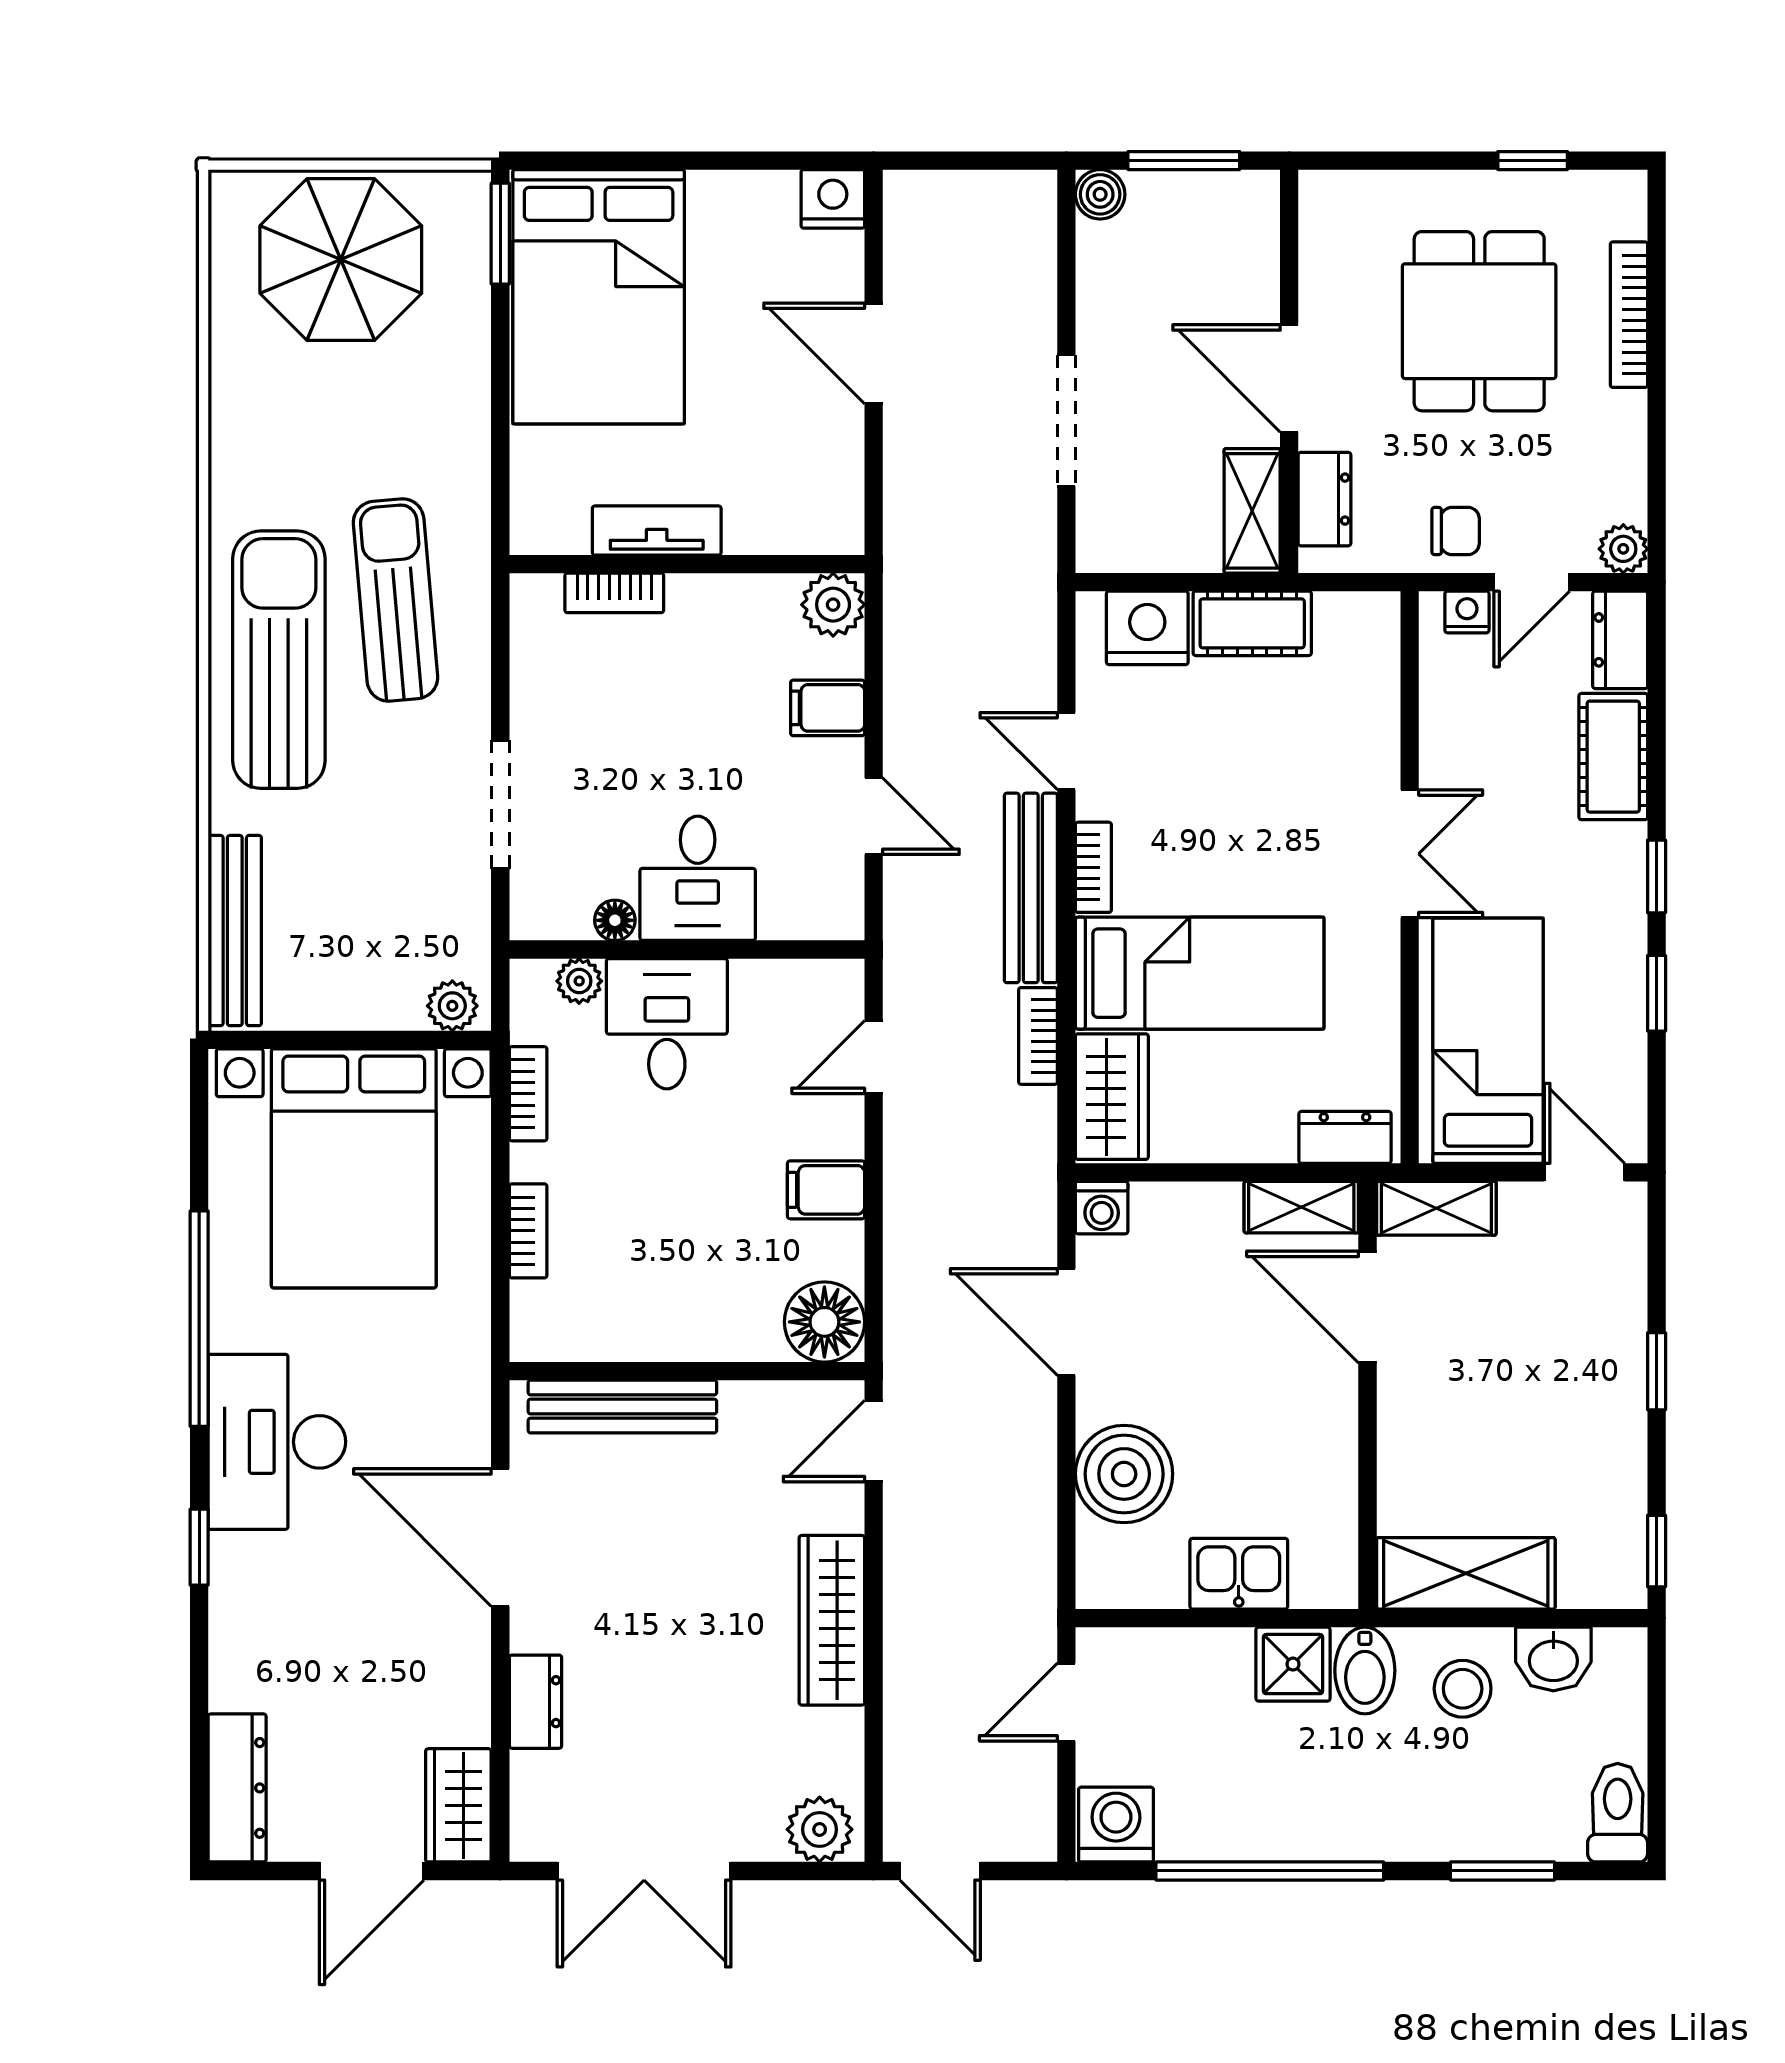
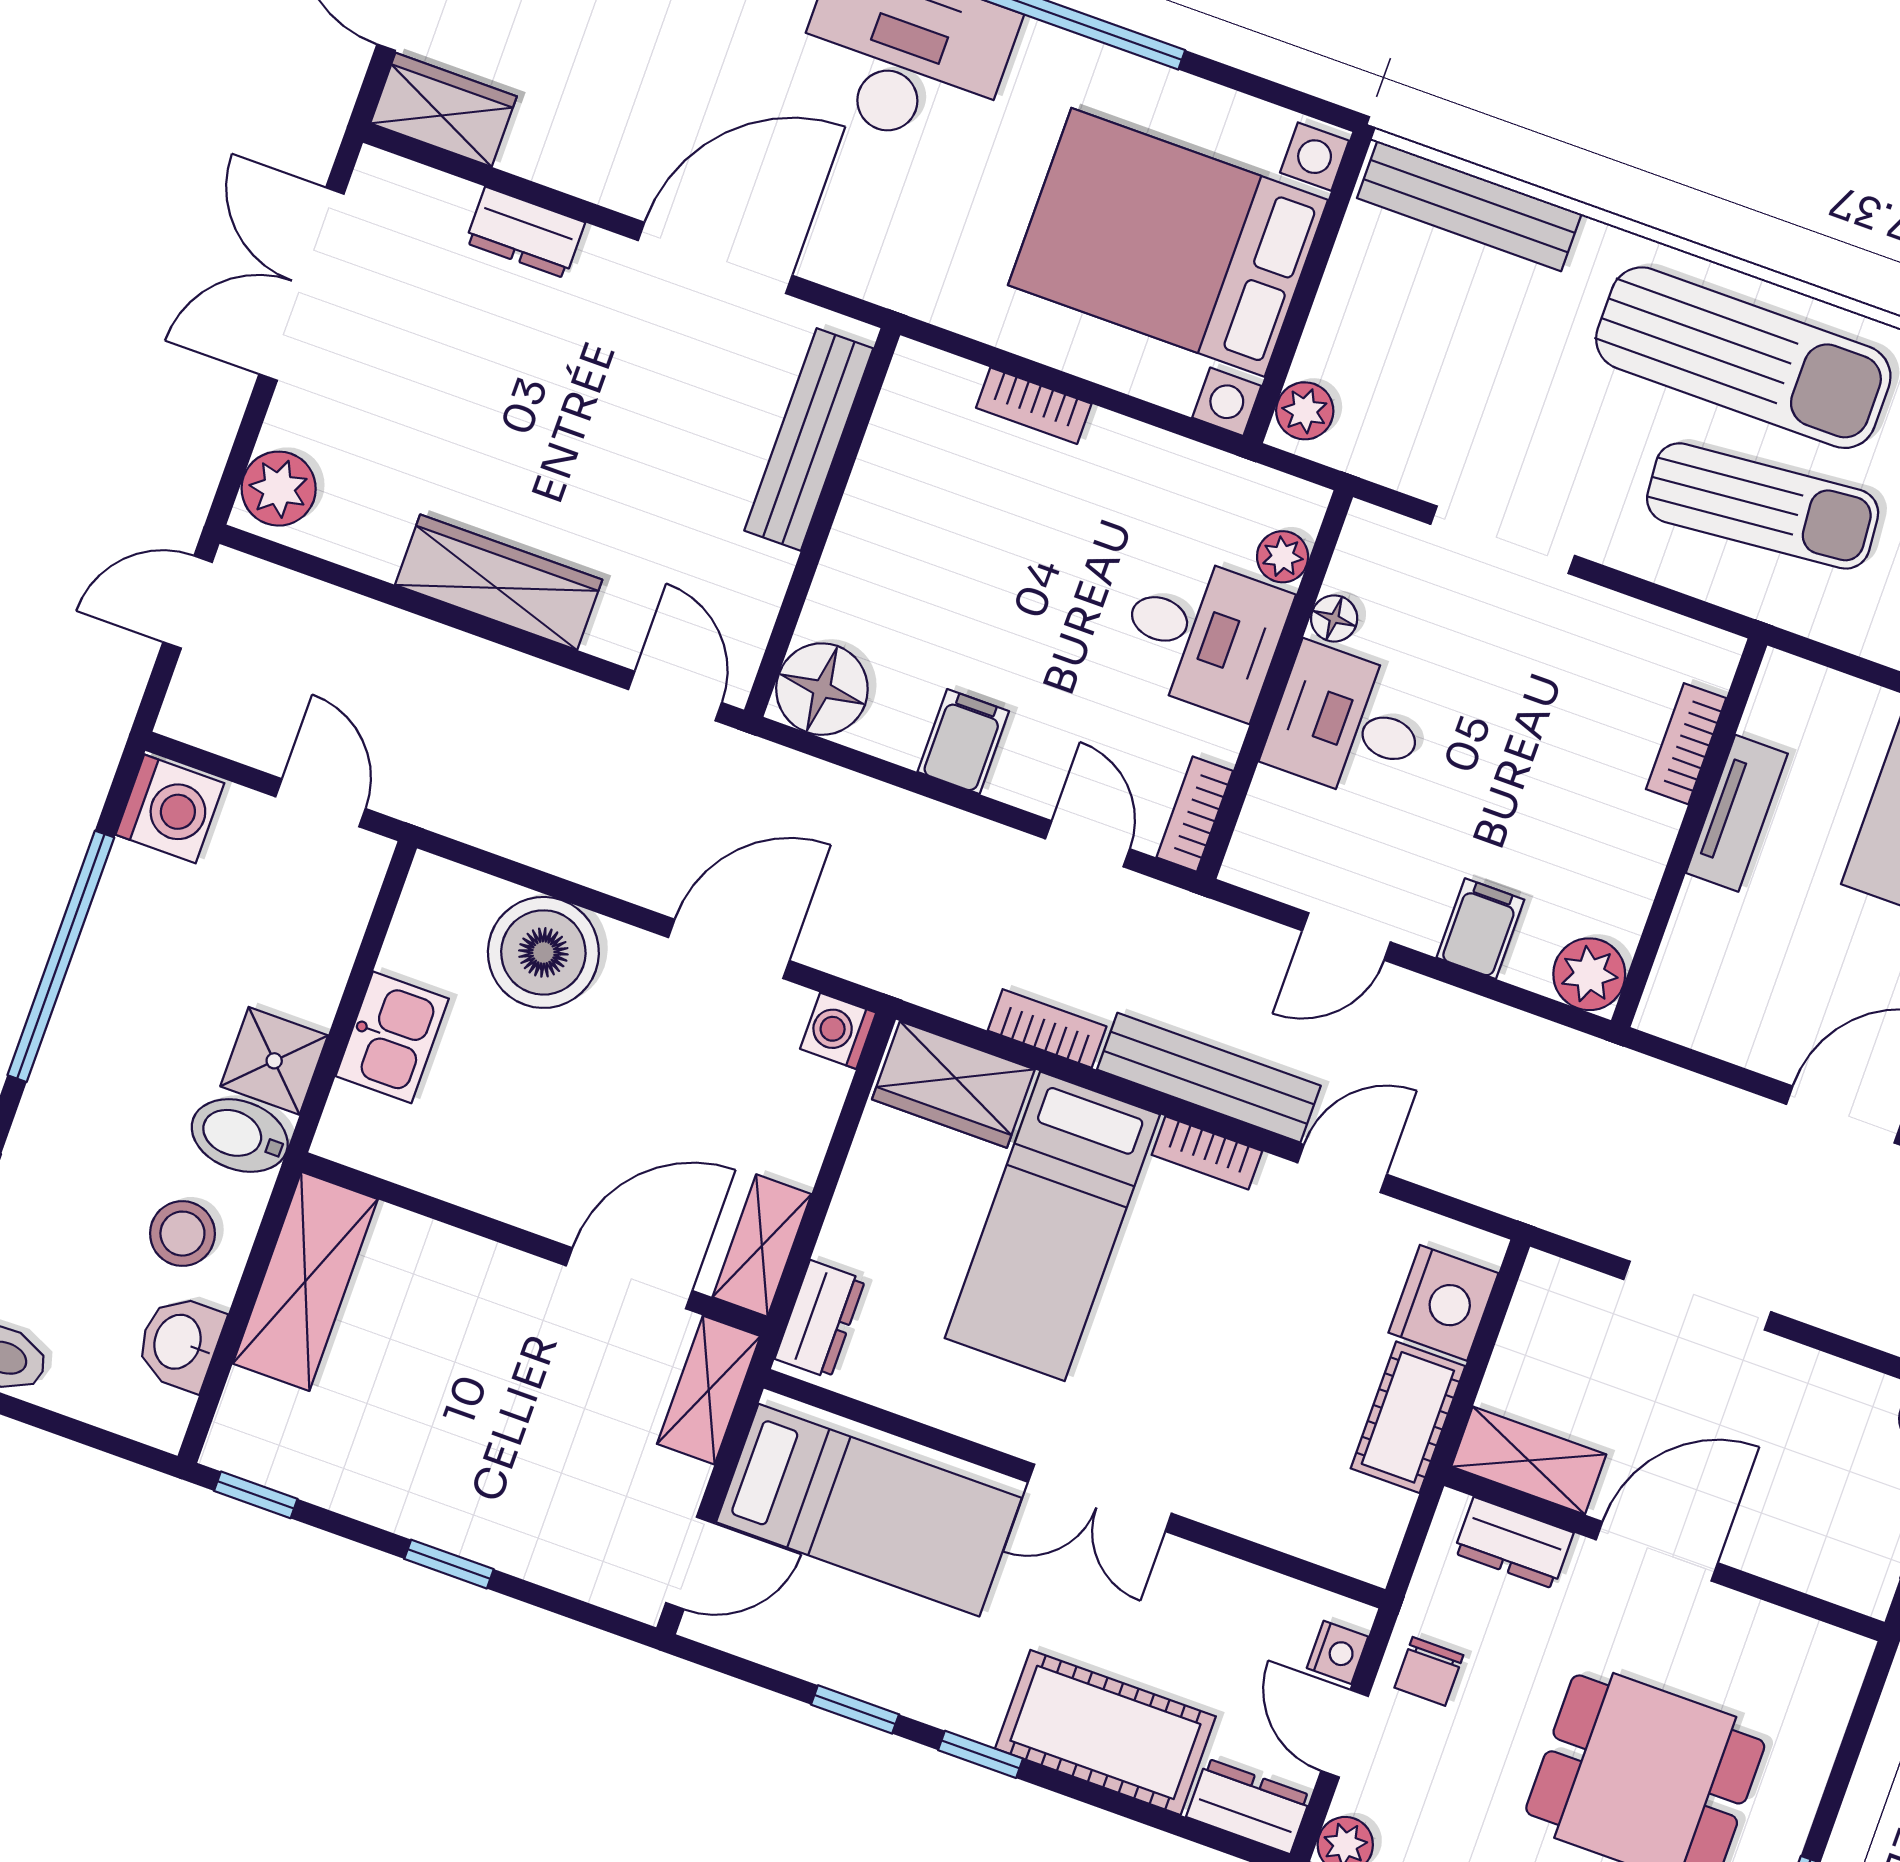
cot: (1613, 757) -> (1105, 1732), width x1.37, depth x1.34
bookcase: (528, 1094) -> (1195, 814), moved, turned 90

